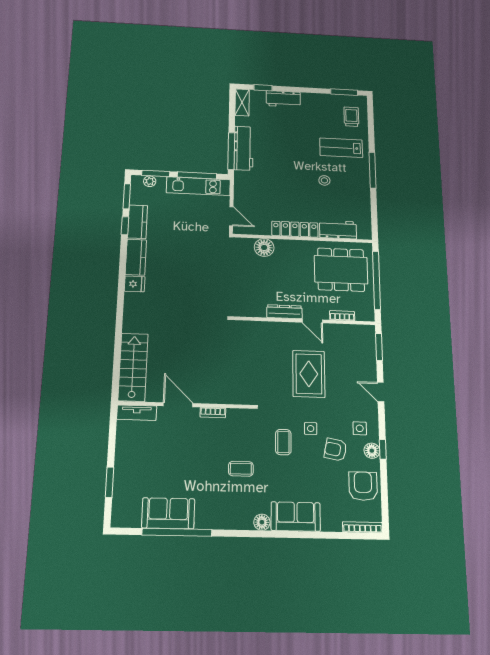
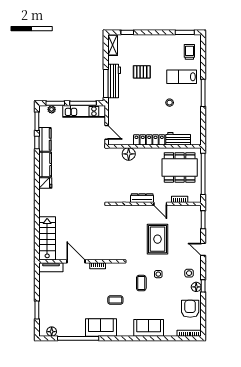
workbench: (283, 99) -> (142, 41), removed
pallet: (284, 139) -> (142, 72), added
armchair: (336, 450) -> (174, 287), removed
sofa: (168, 513) -> (101, 327), moved
floor lamp: (262, 522) -> (52, 332), moved

